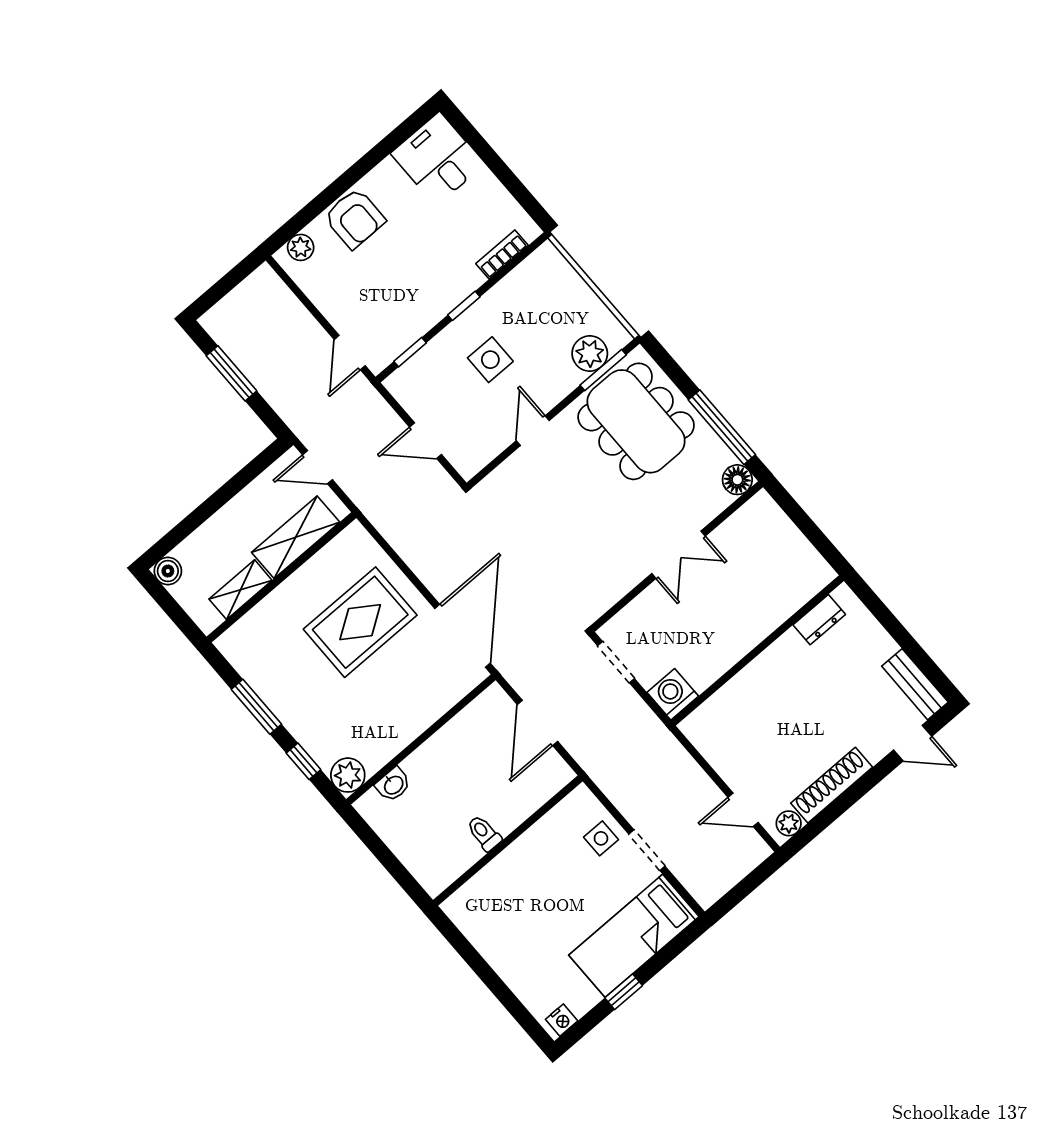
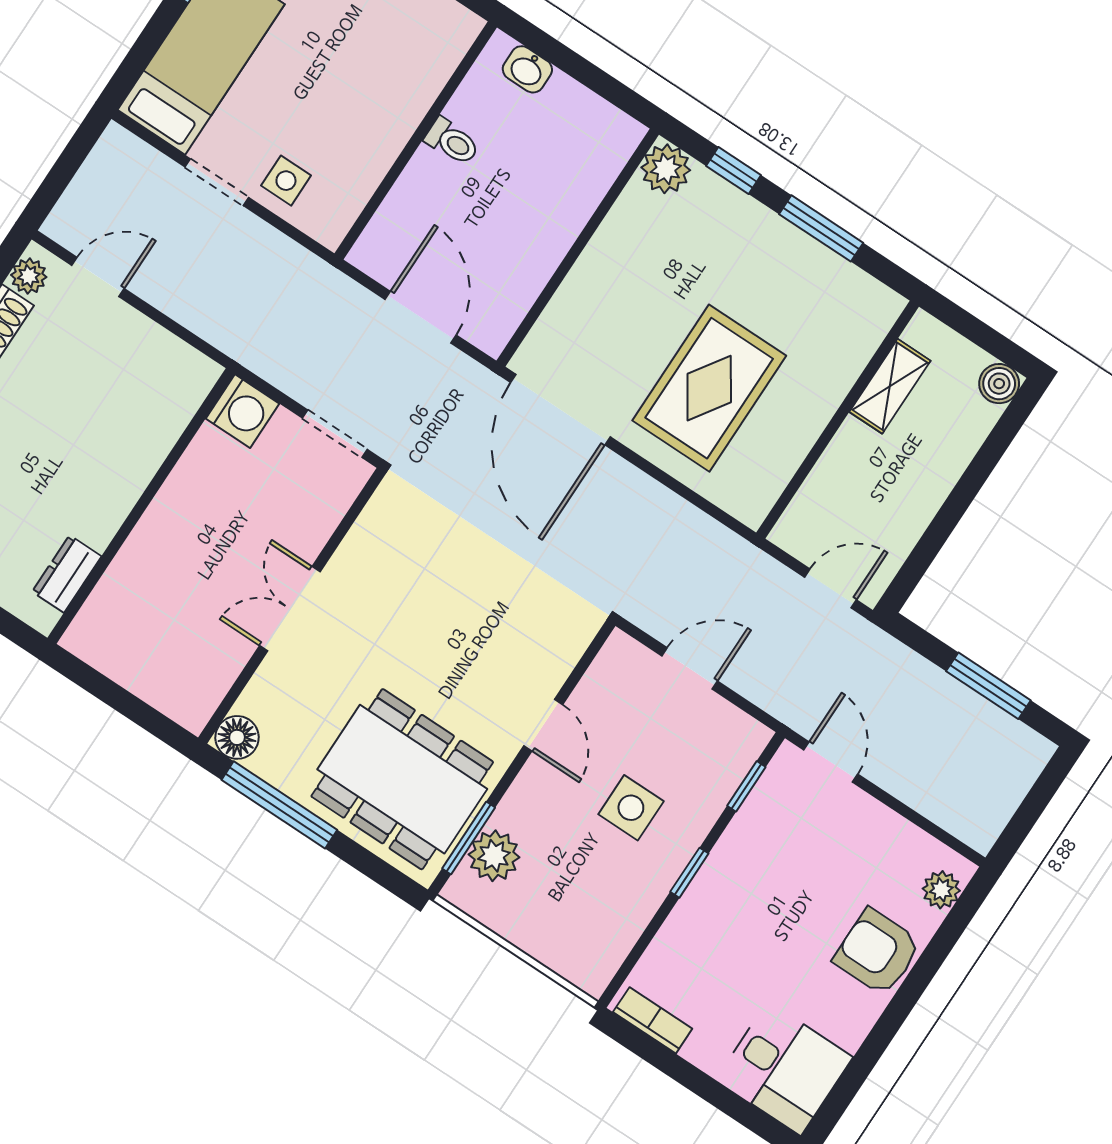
bookcase: (502, 254) -> (653, 1020), moved, turned -90
shelving: (296, 537) -> (833, 482), removed
washbasin: (393, 785) -> (527, 69), moved, turned -90

